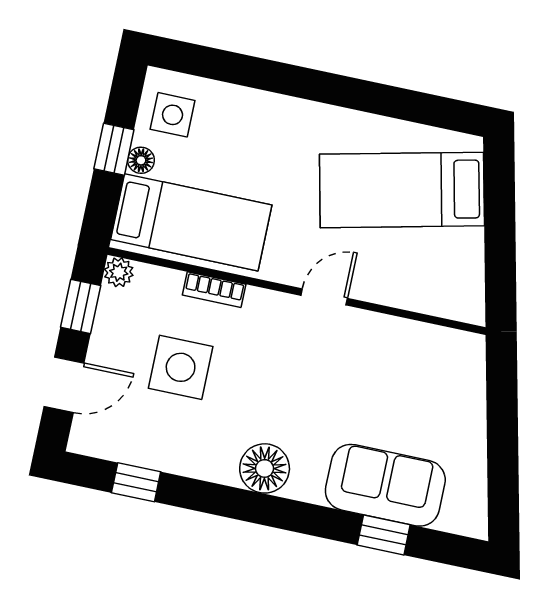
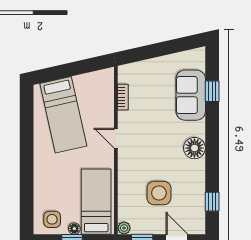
bookcase: (214, 290) -> (123, 97), moved

